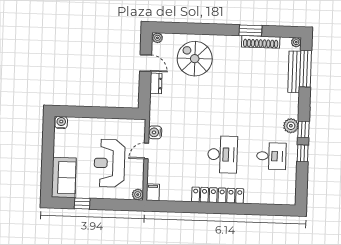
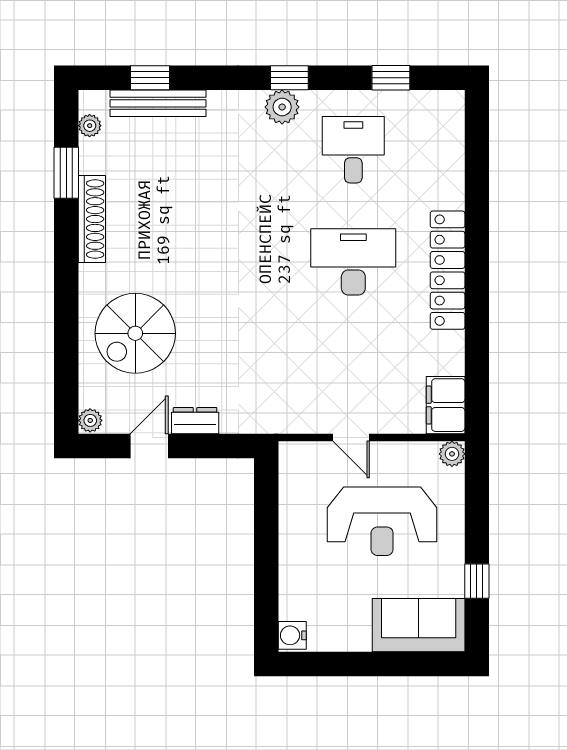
window: (251, 30) -> (66, 173), moved
shoe rack: (261, 42) -> (92, 219), moved
plant: (296, 42) -> (90, 126), moved
window: (306, 69) -> (150, 78), width x0.46
water cooler: (155, 132) -> (308, 419), removed
window: (303, 153) -> (391, 78), moved
filing cabinet: (153, 192) -> (446, 405), width x2.00

